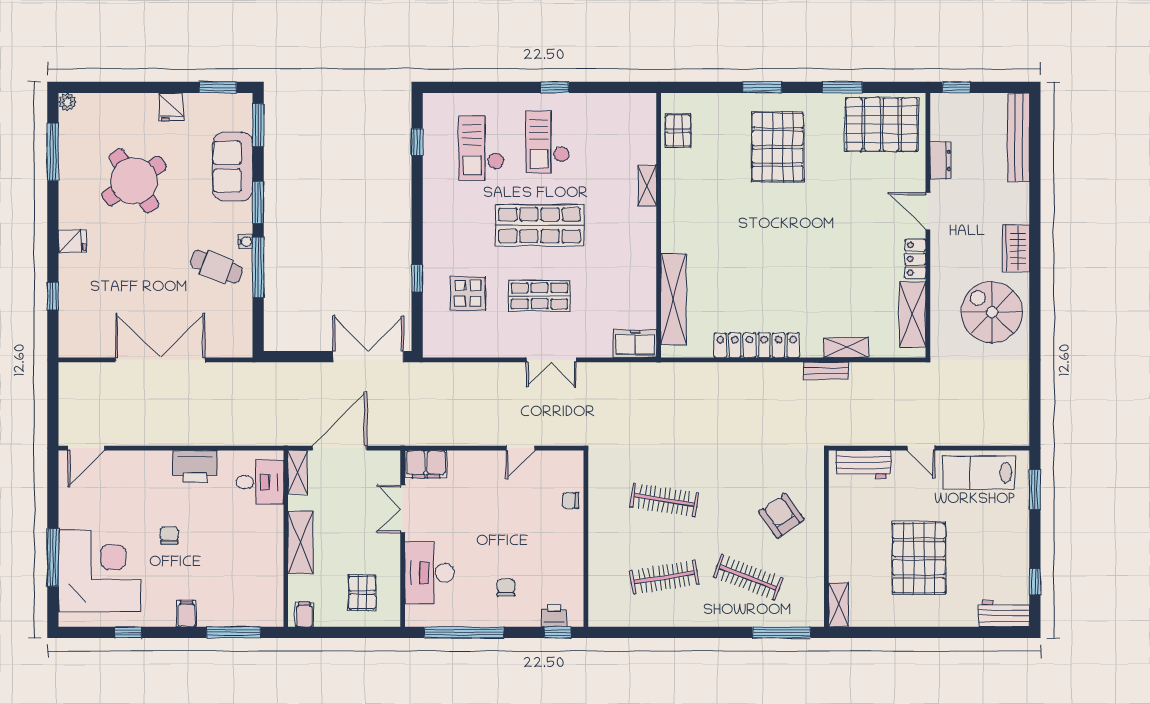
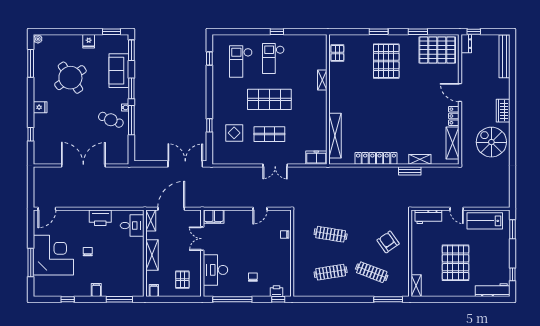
dresser: (941, 160) -> (466, 44), moved
corner desk: (99, 571) -> (53, 255), moved
workbench: (1004, 614) -> (493, 290), width x1.38

